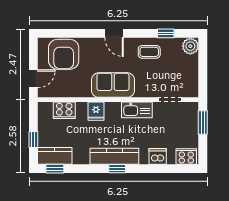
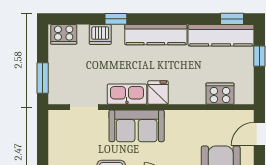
sofa: (113, 85) -> (137, 126), moved
fridge: (96, 111) -> (158, 92), moved
kitchen counter: (55, 156) -> (221, 35), width x1.50
window: (117, 169) -> (116, 19), moved

